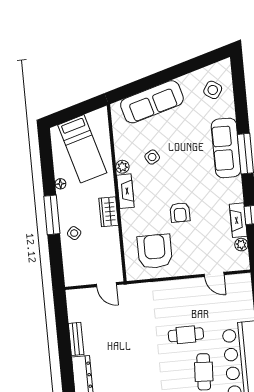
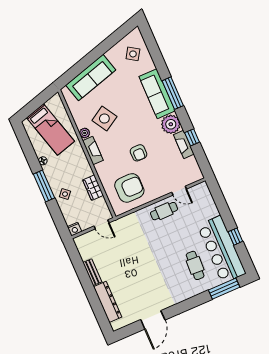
side table: (152, 157) -> (104, 119), width x1.87, depth x1.87
wardrobe: (109, 212) -> (93, 188), moved
plant: (241, 245) -> (171, 124), moved, width x1.87, depth x1.87
armchair: (155, 251) -> (129, 188), turned 90
nightstand: (72, 280) -> (74, 229), added
cafe table: (186, 335) -> (164, 211), moved

